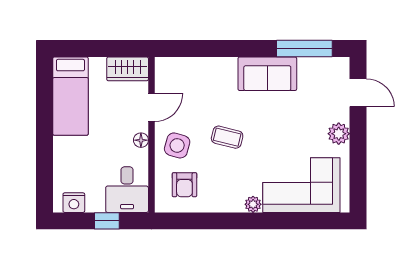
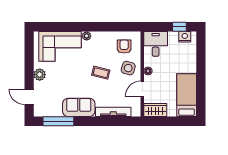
tv unit: (204, 66) -> (113, 112), added
window: (107, 221) -> (179, 27), moved

